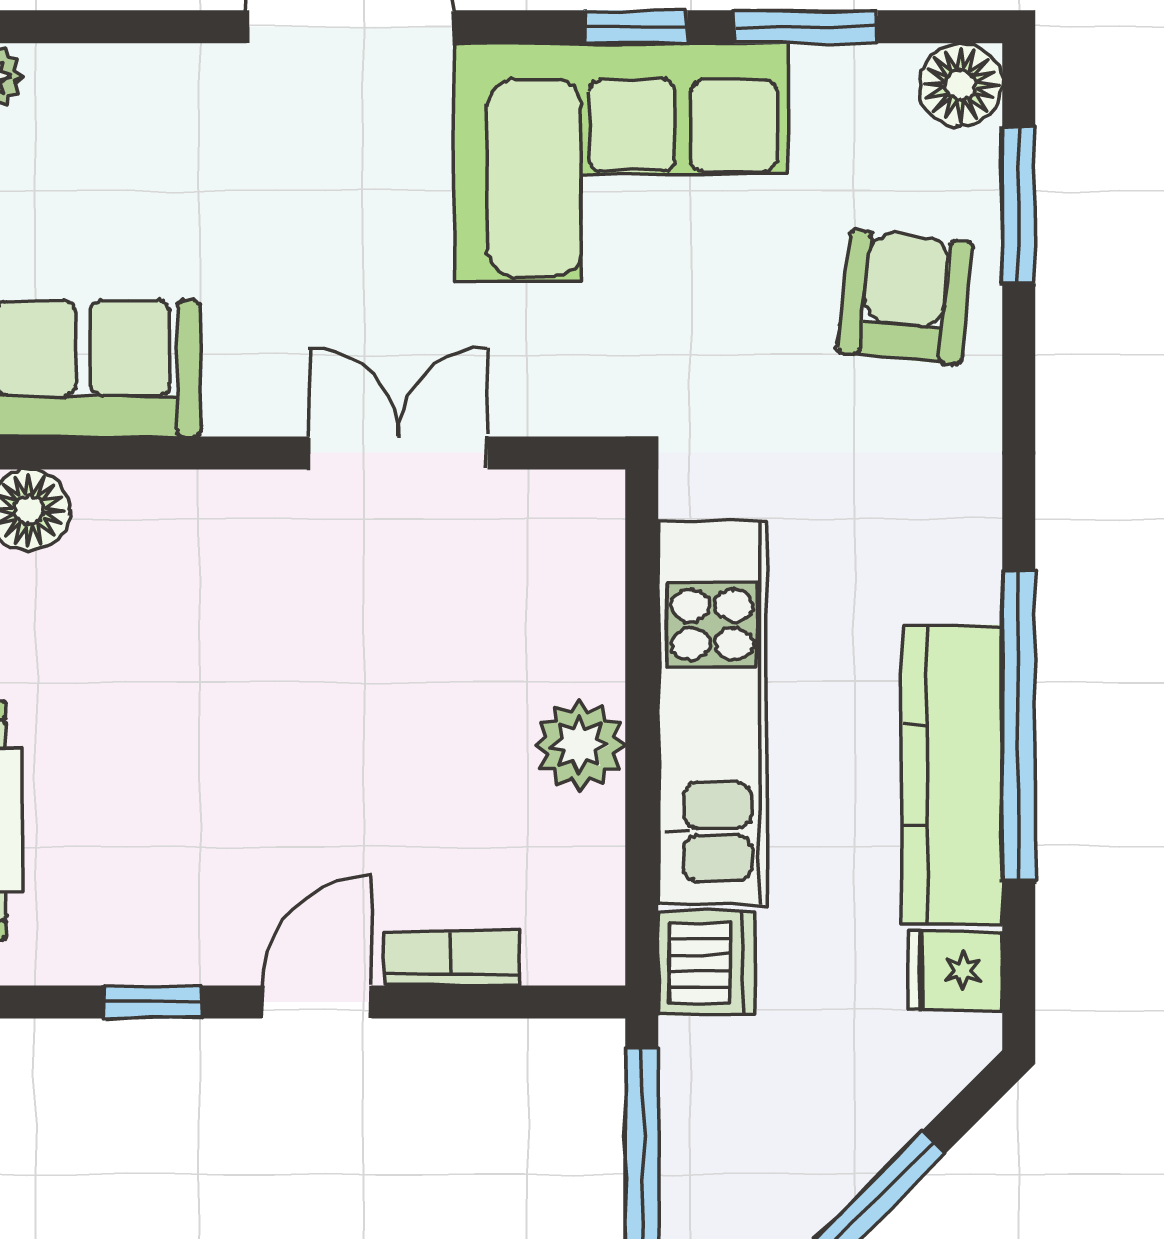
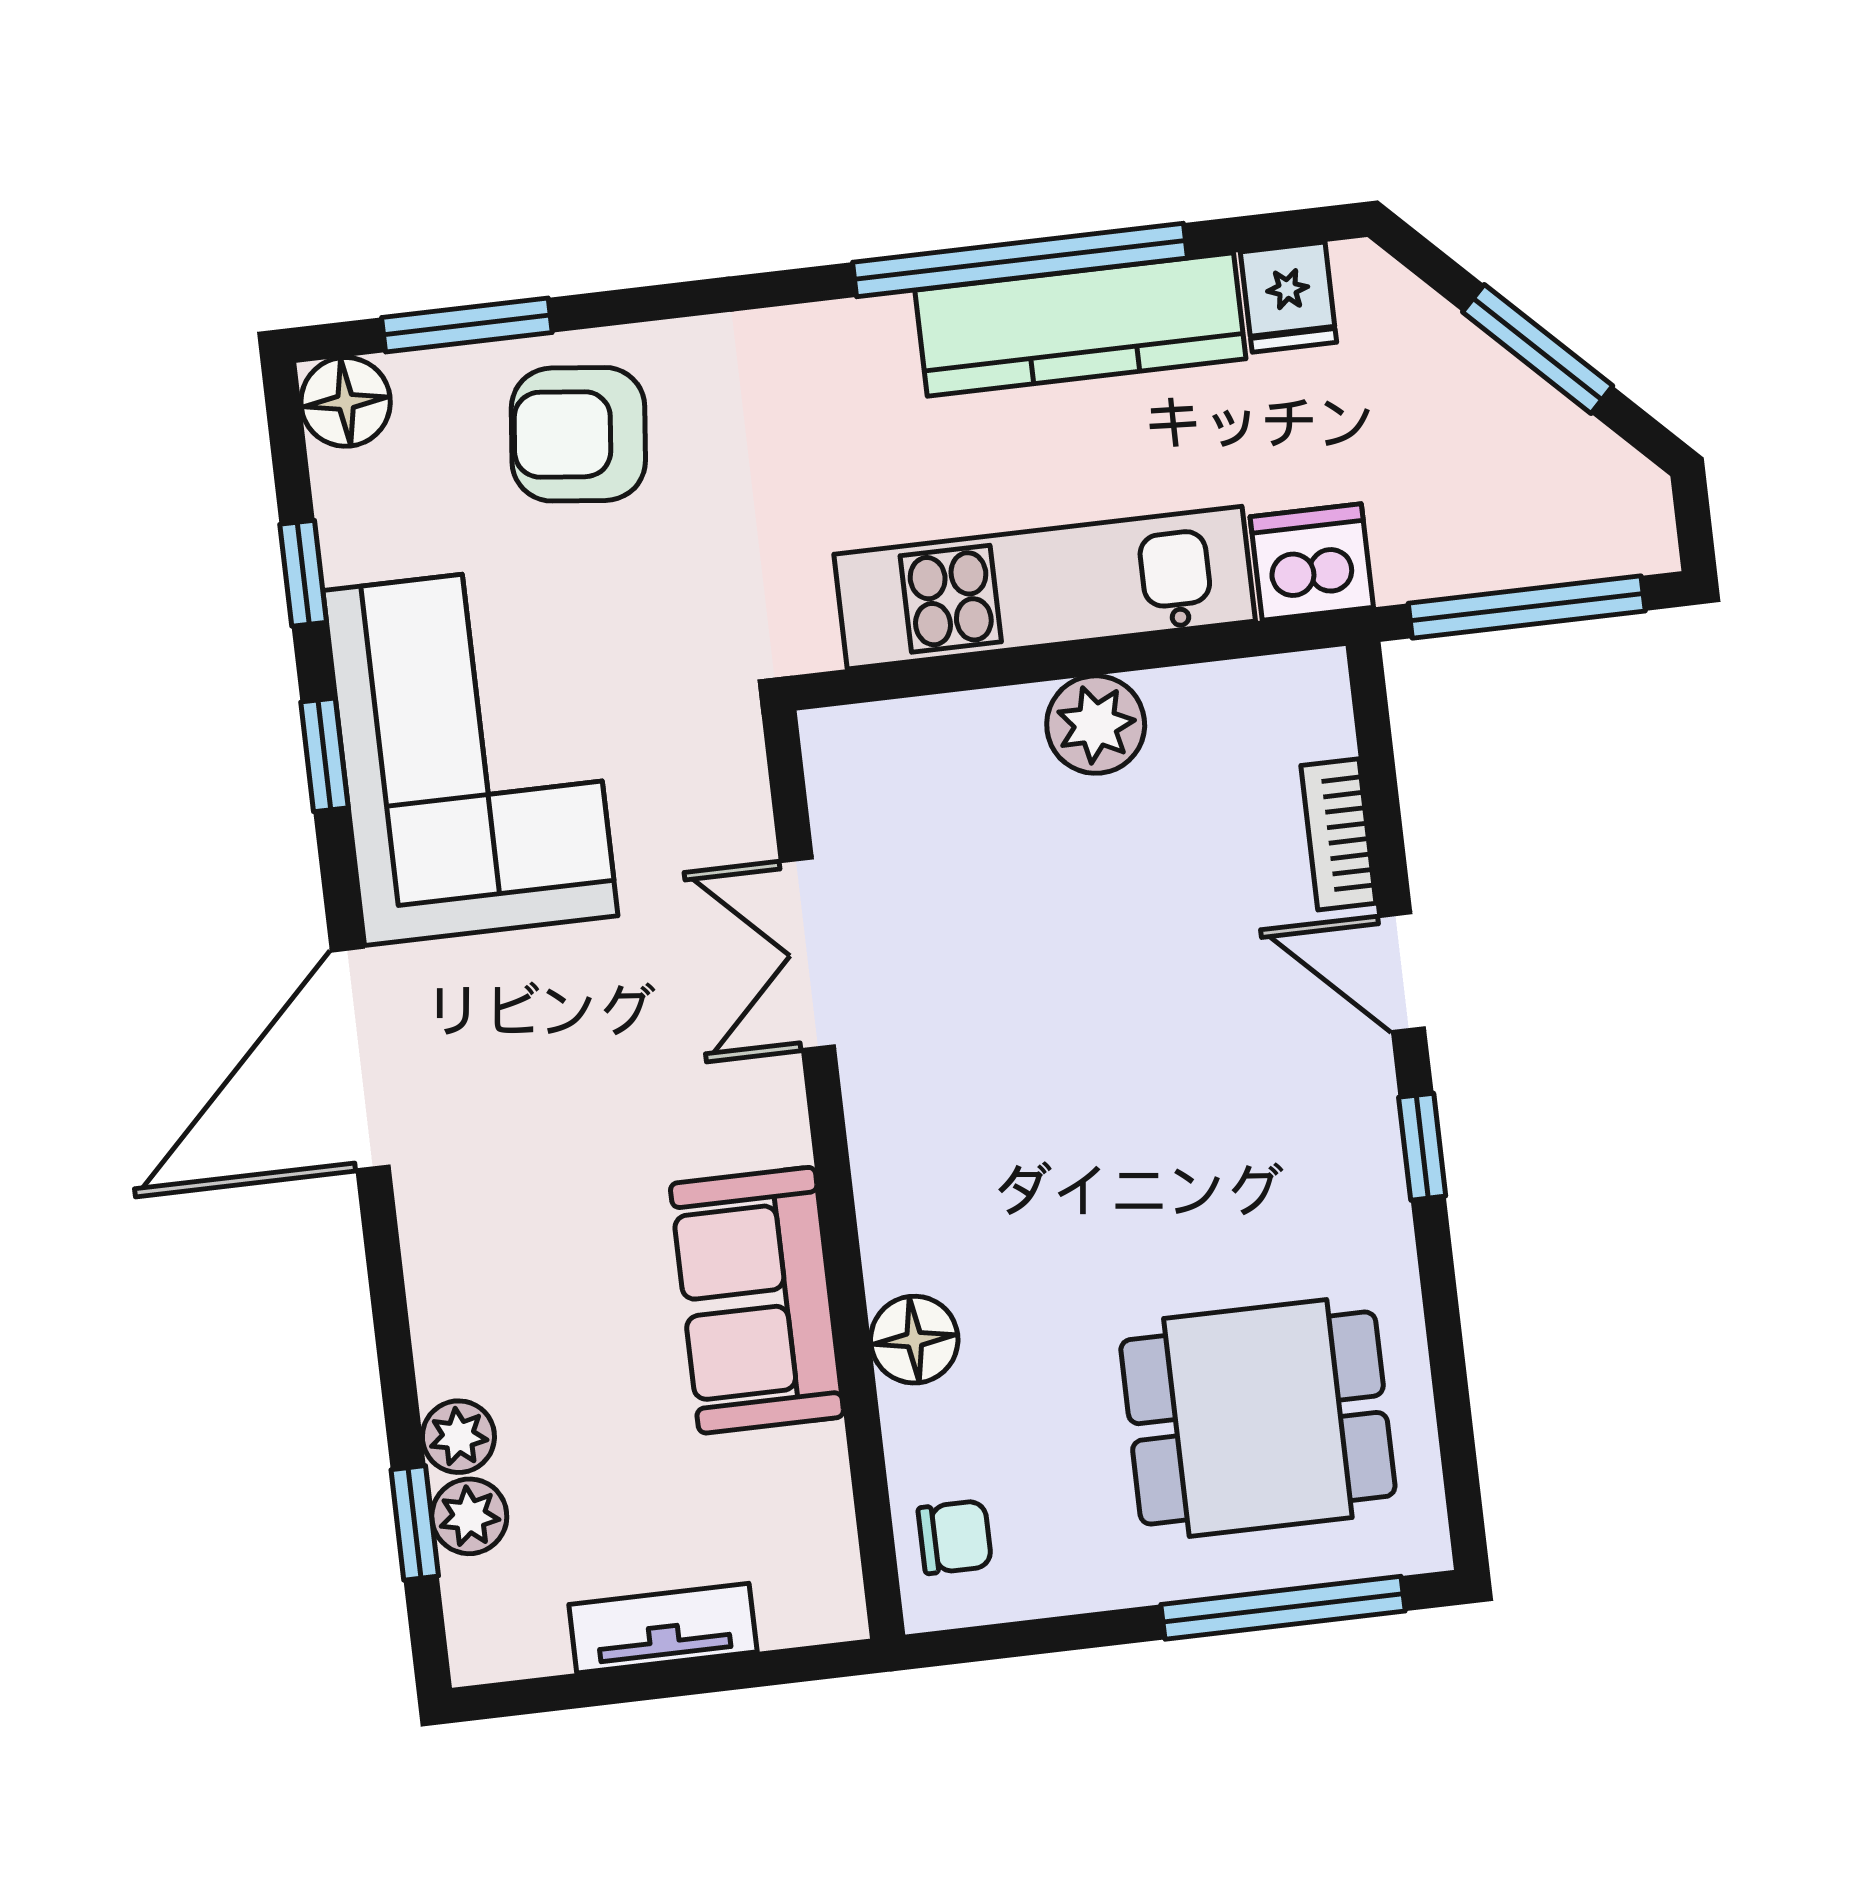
window: (806, 27) -> (303, 573), width x0.67

